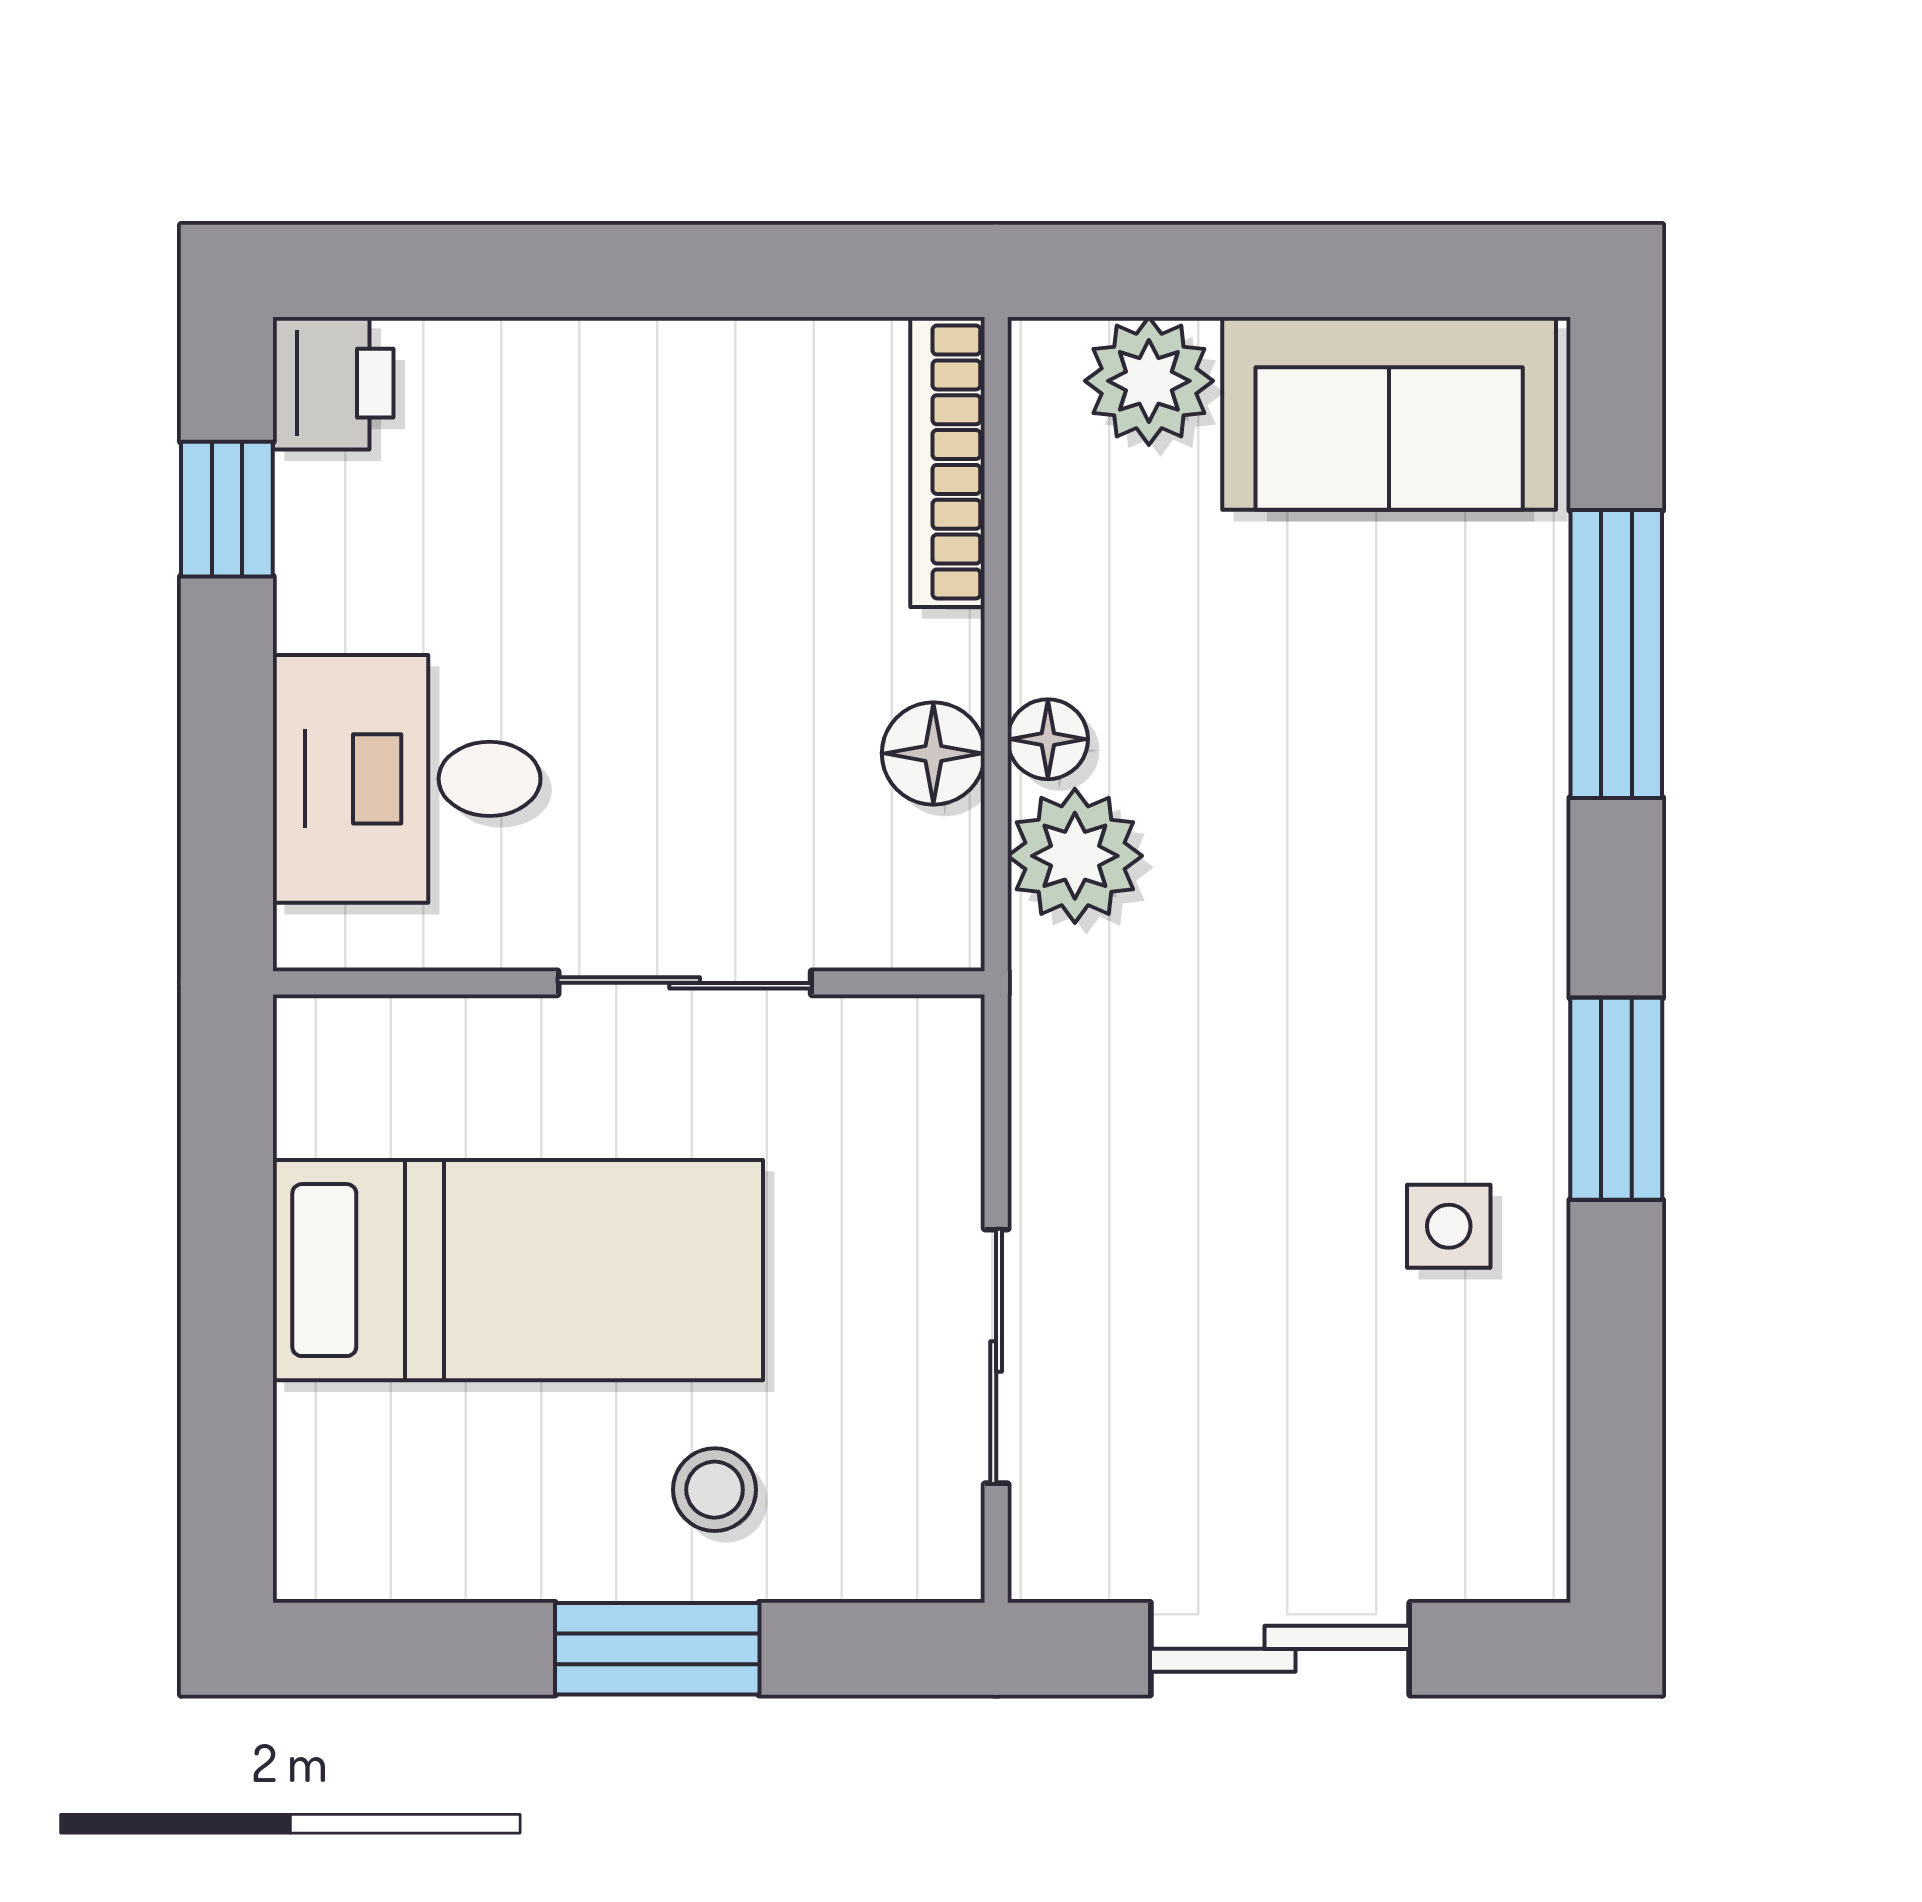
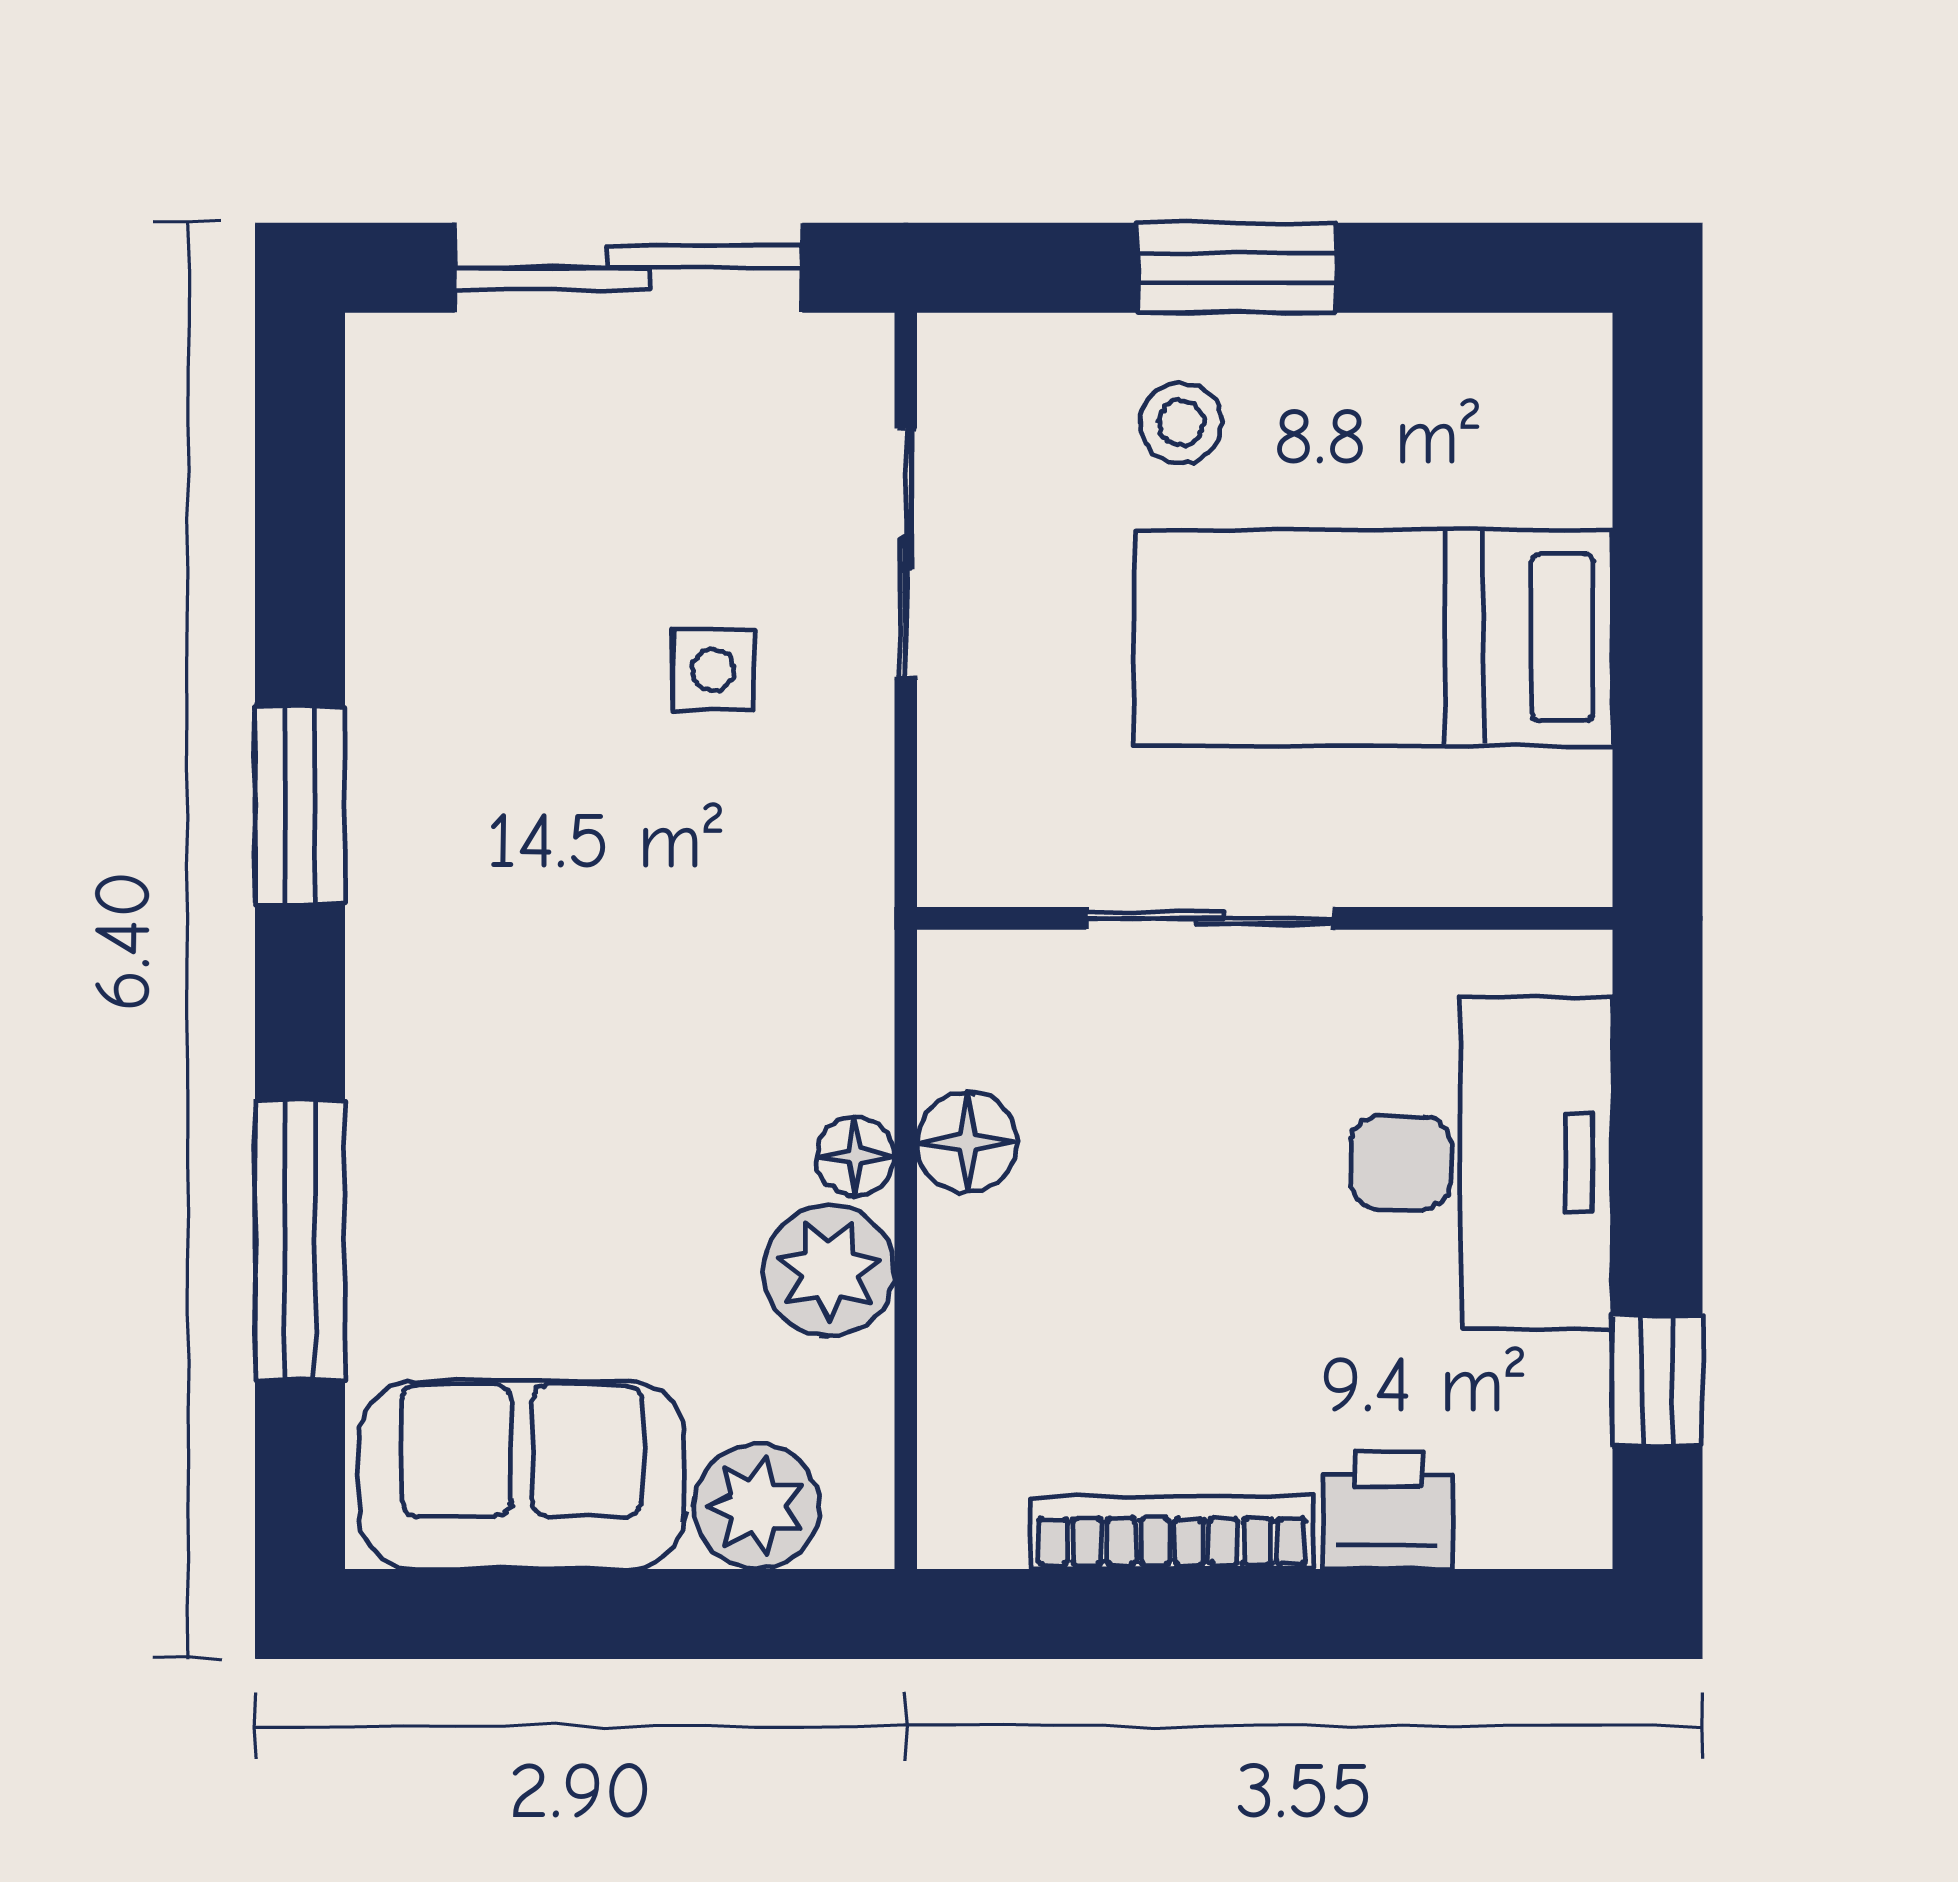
printer: (333, 383) -> (1388, 1510), moved, turned 90
bookcase: (948, 462) -> (1172, 1533), moved, turned -90
desk: (407, 779) -> (1482, 1163), width x1.37
plant: (1075, 856) -> (829, 1270), moved
side table: (1449, 1226) -> (713, 670), moved
sliding door: (1280, 1649) -> (628, 268), width x1.37

